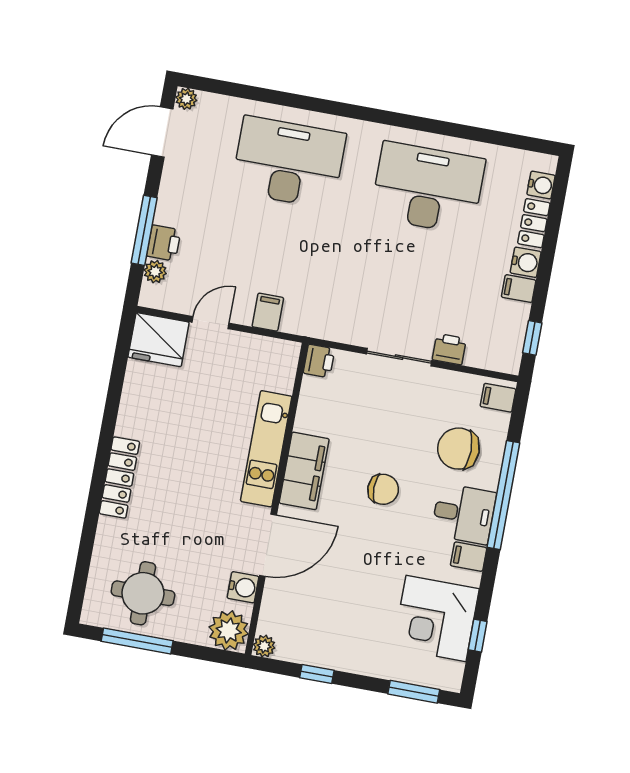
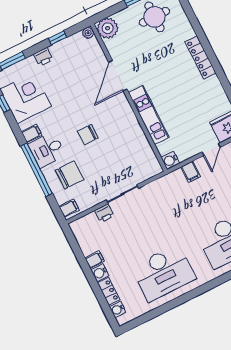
window: (532, 338) -> (74, 244), removed
printer: (319, 361) -> (43, 57), moved, turned -90
filing cabinet: (304, 471) -> (126, 118), removed
water cooler: (243, 587) -> (170, 160), moved

